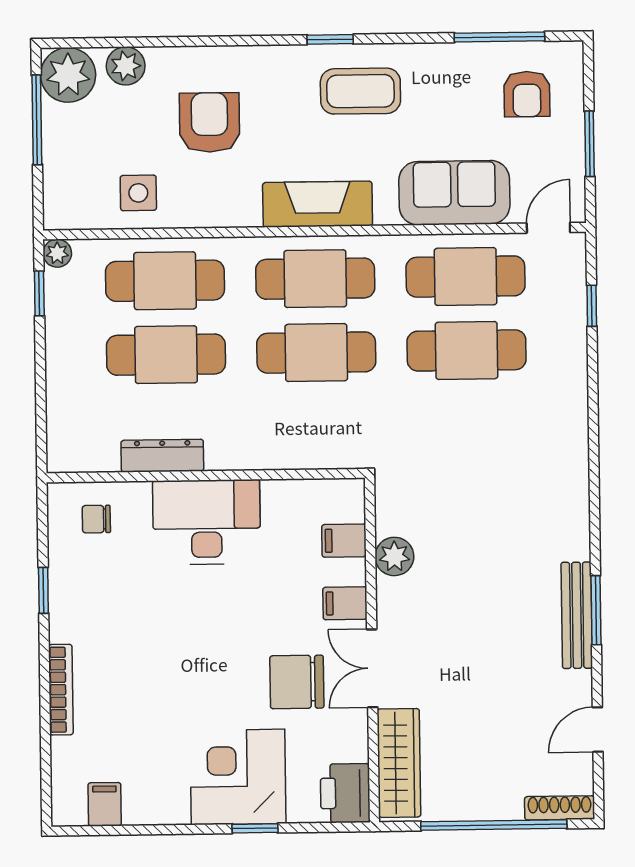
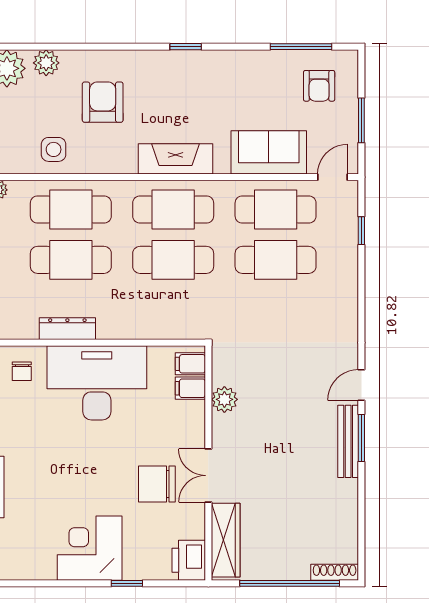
coffee table: (360, 91) -> (206, 82), removed
chair: (96, 519) -> (22, 371), turned -90
desk: (207, 522) -> (97, 383), width x1.36, depth x1.30
filing cabinet: (345, 603) -> (190, 364), moved
door: (598, 730) -> (361, 385), moved
corner desk: (238, 777) -> (90, 548), moved
filing cabinet: (105, 804) -> (25, 566), removed

